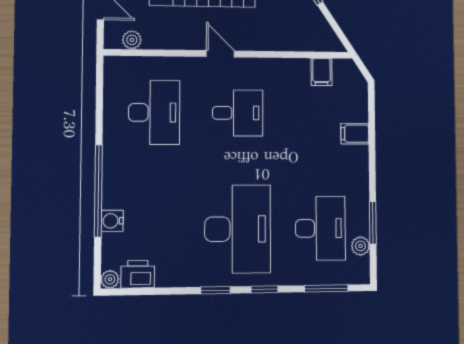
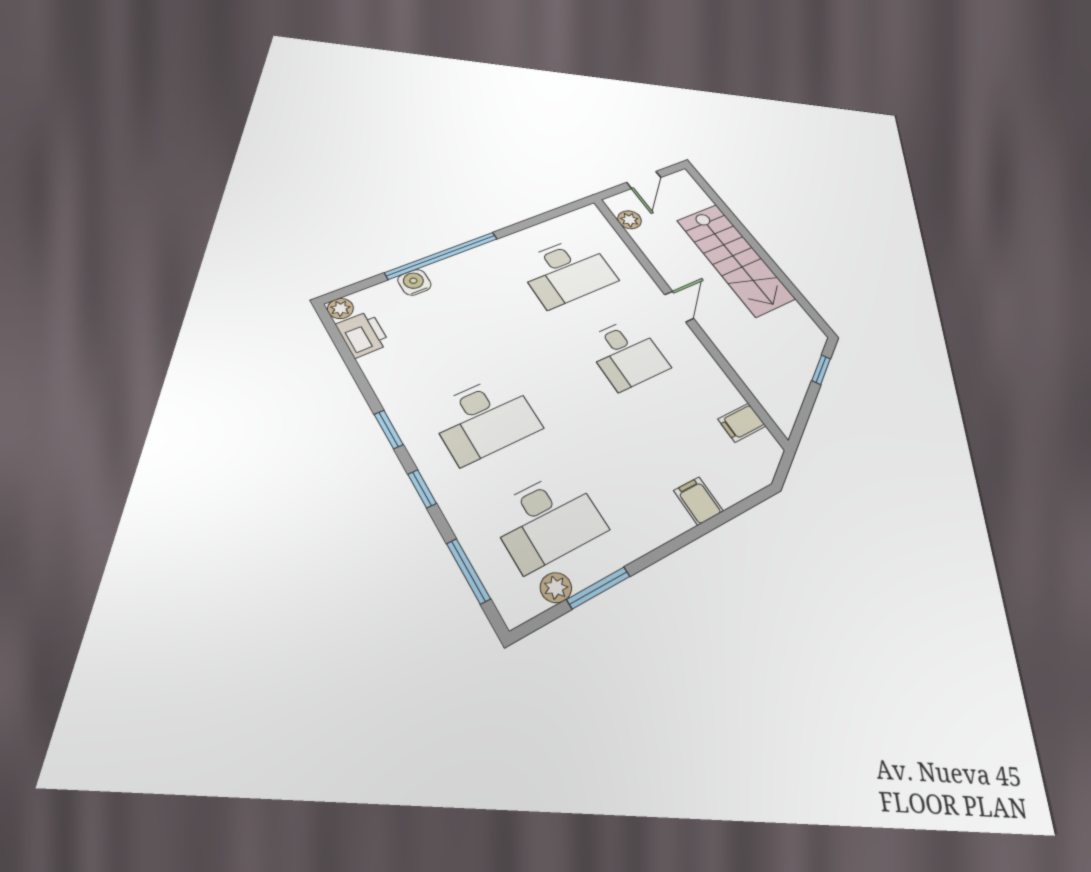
desk: (238, 229) -> (485, 419), width x0.73, depth x0.77

